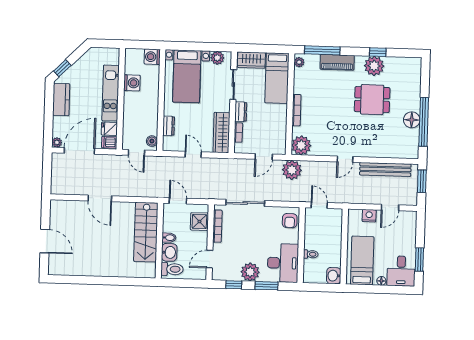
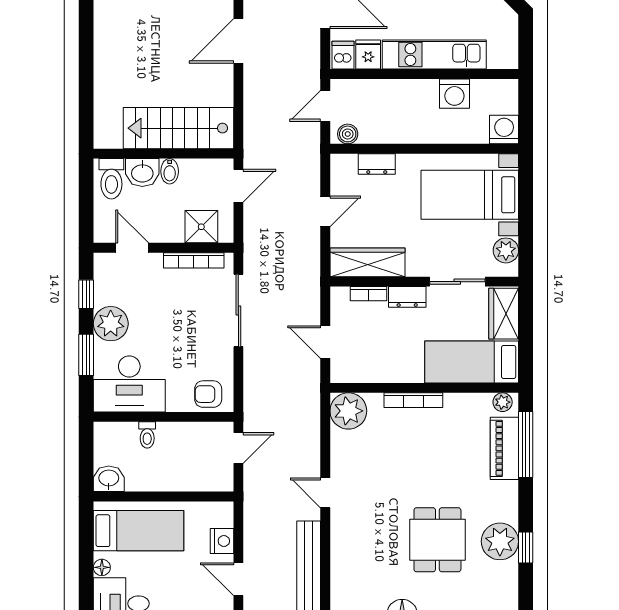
piano: (337, 62) -> (504, 448), moved
plant: (292, 170) -> (302, 395), removed

